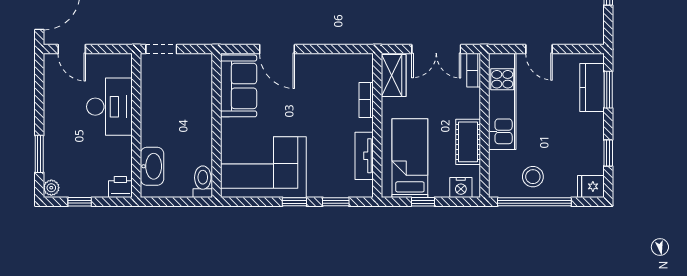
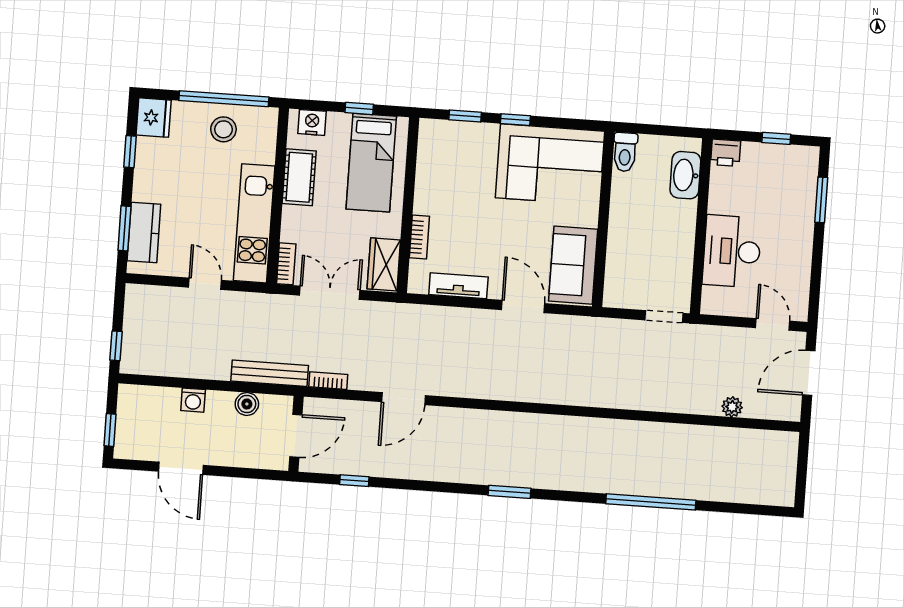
tv unit: (364, 156) -> (458, 286), moved, turned -90
fridge: (591, 186) -> (154, 118), width x1.38
plant: (51, 188) -> (809, 158), removed

